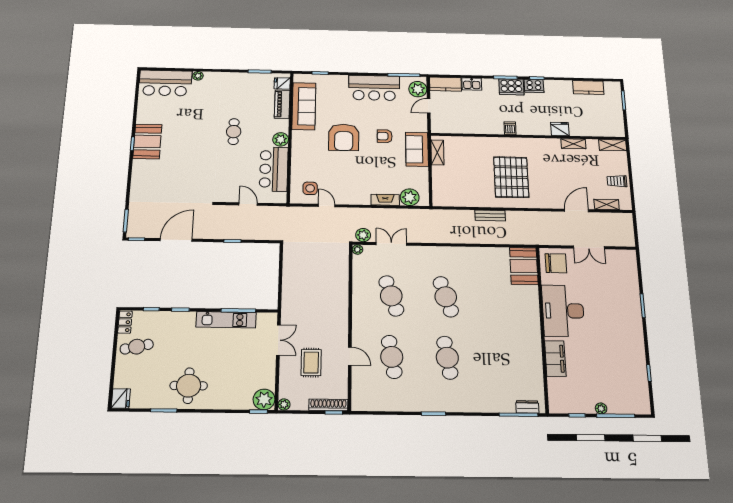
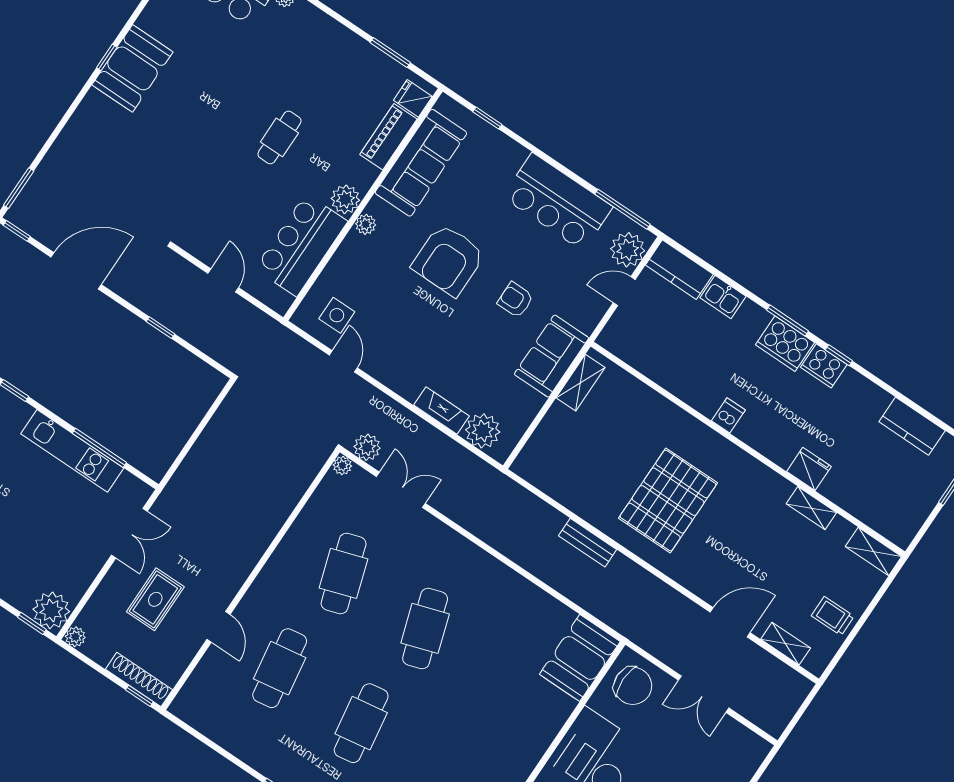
plant: (297, 144) -> (366, 224), added

